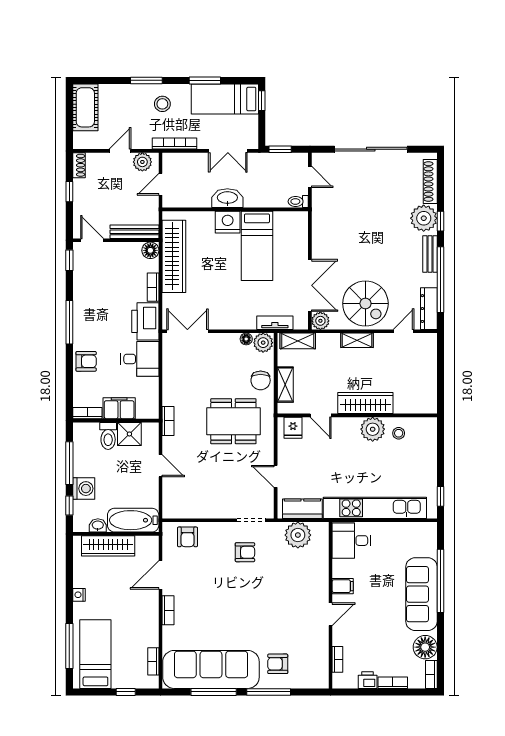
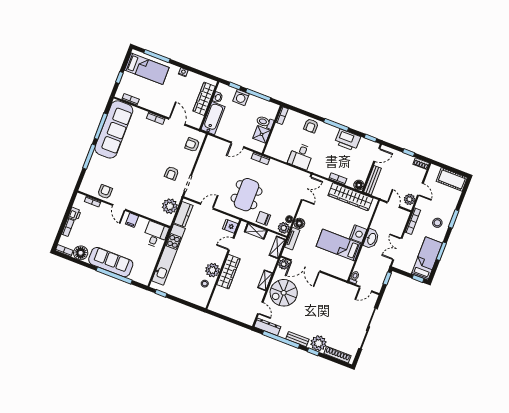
printer: (145, 321) -> (348, 140), moved, turned 180
floor lamp: (247, 321) -> (299, 223), added
filing cabinet: (119, 408) -> (278, 134), removed
armchair: (278, 664) -> (105, 192), moved

